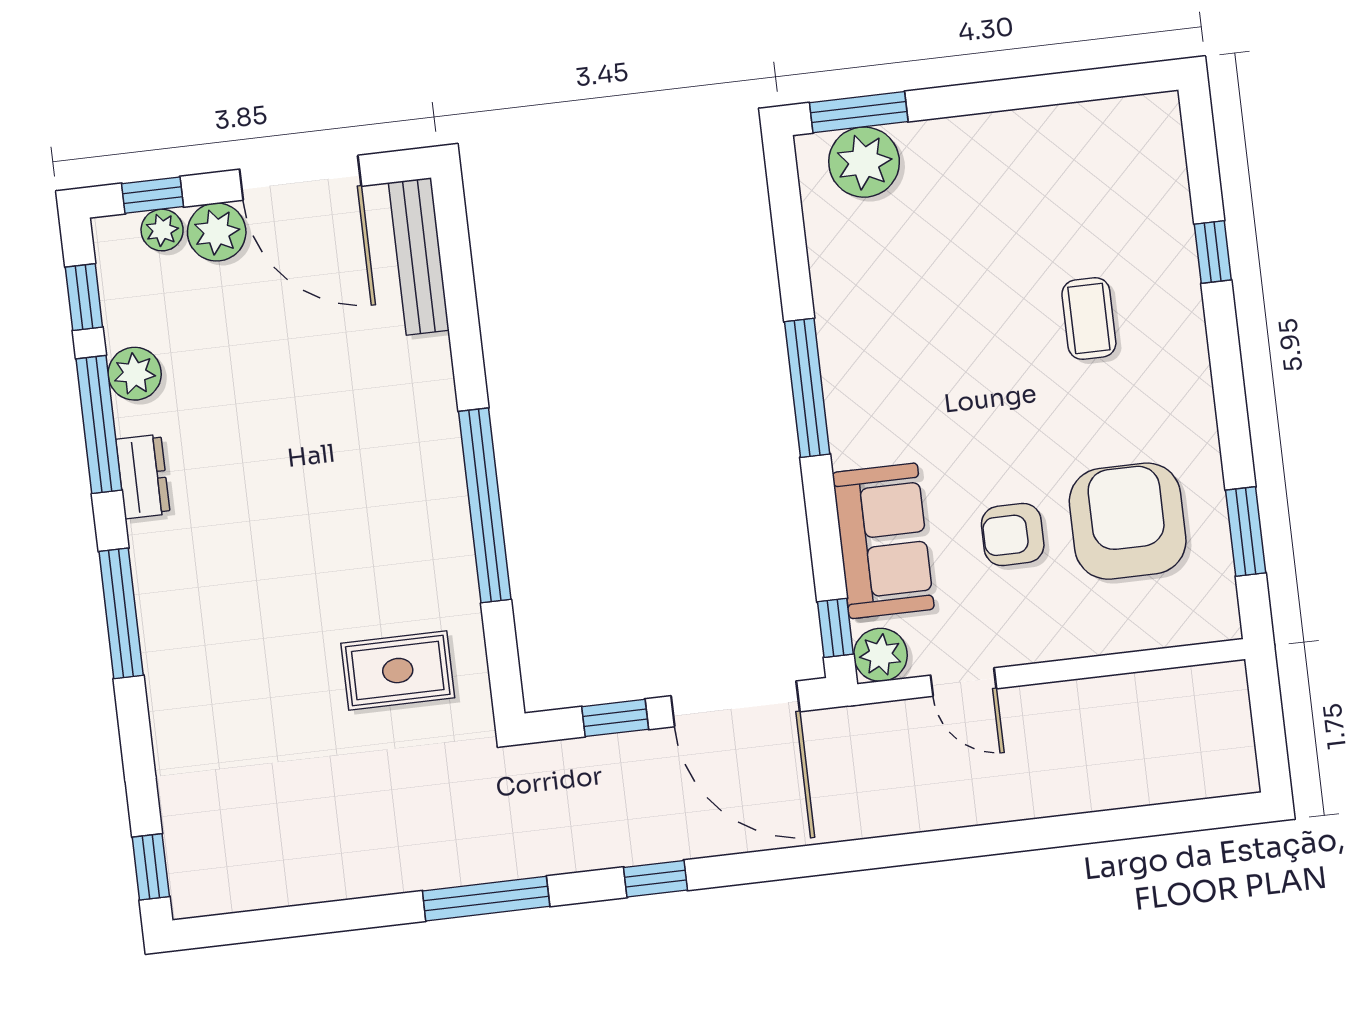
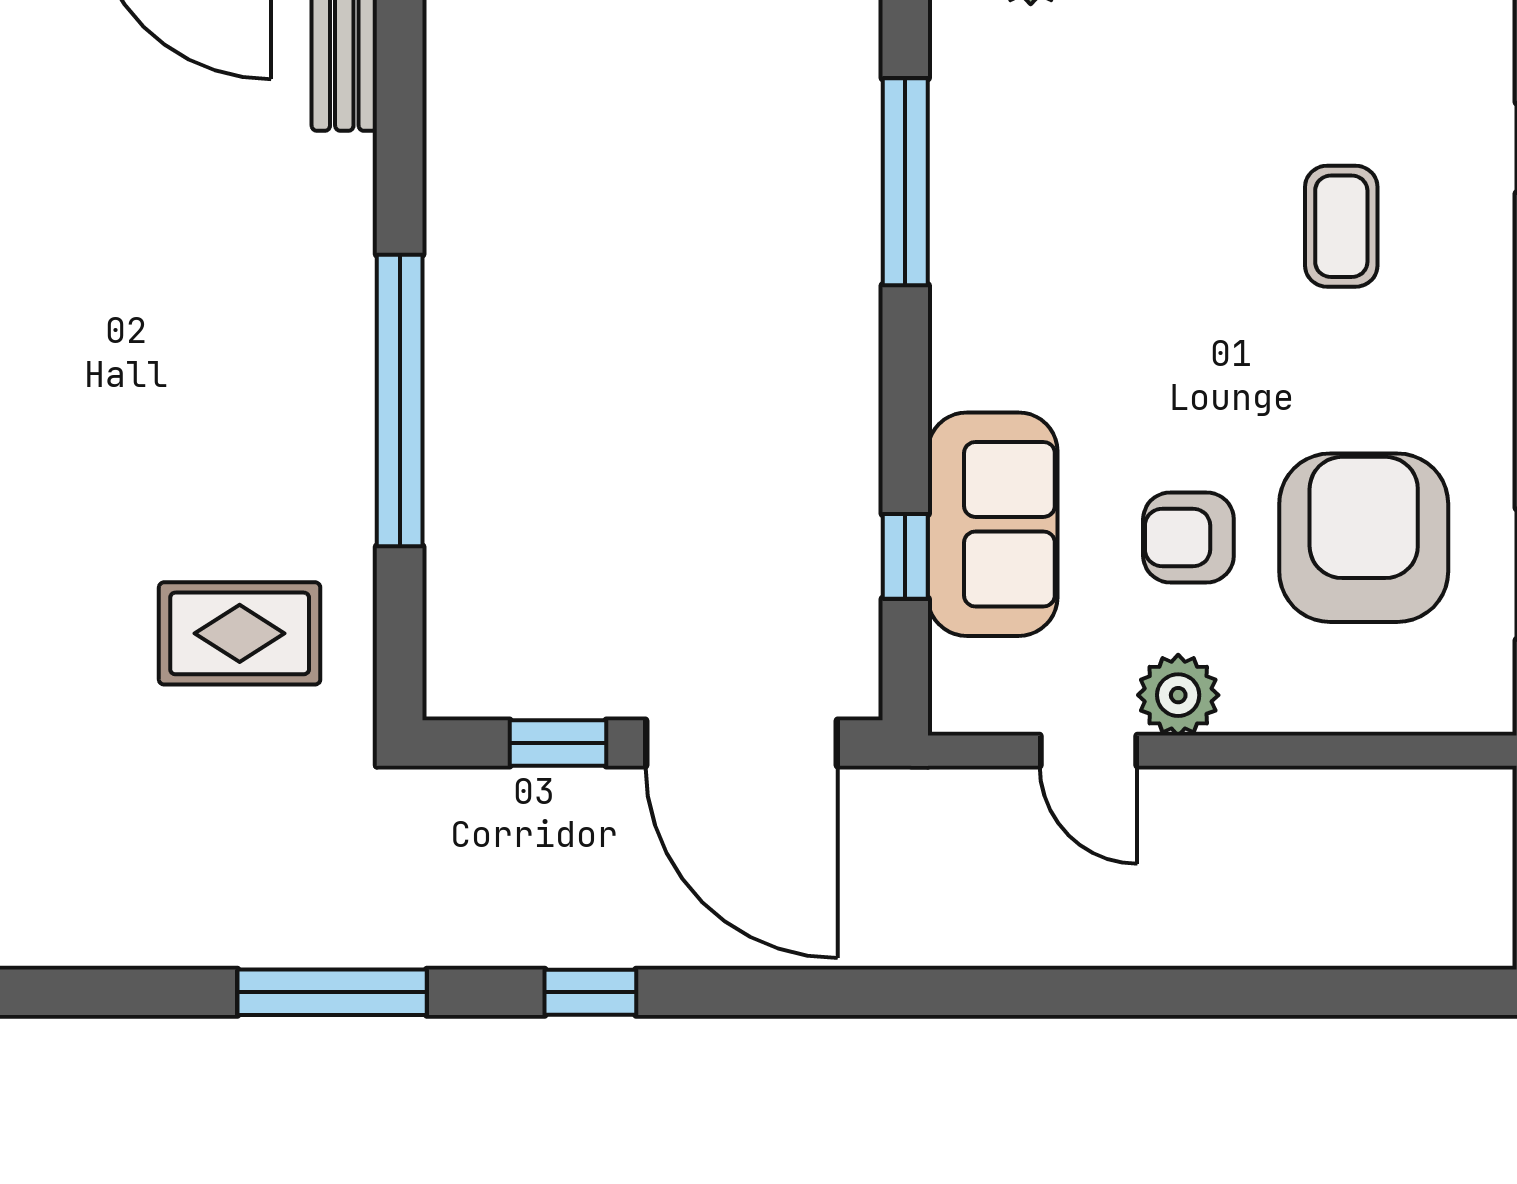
window: (807, 388) -> (905, 182), moved
window: (835, 628) -> (905, 556), moved
plant: (880, 655) -> (1178, 695), moved

